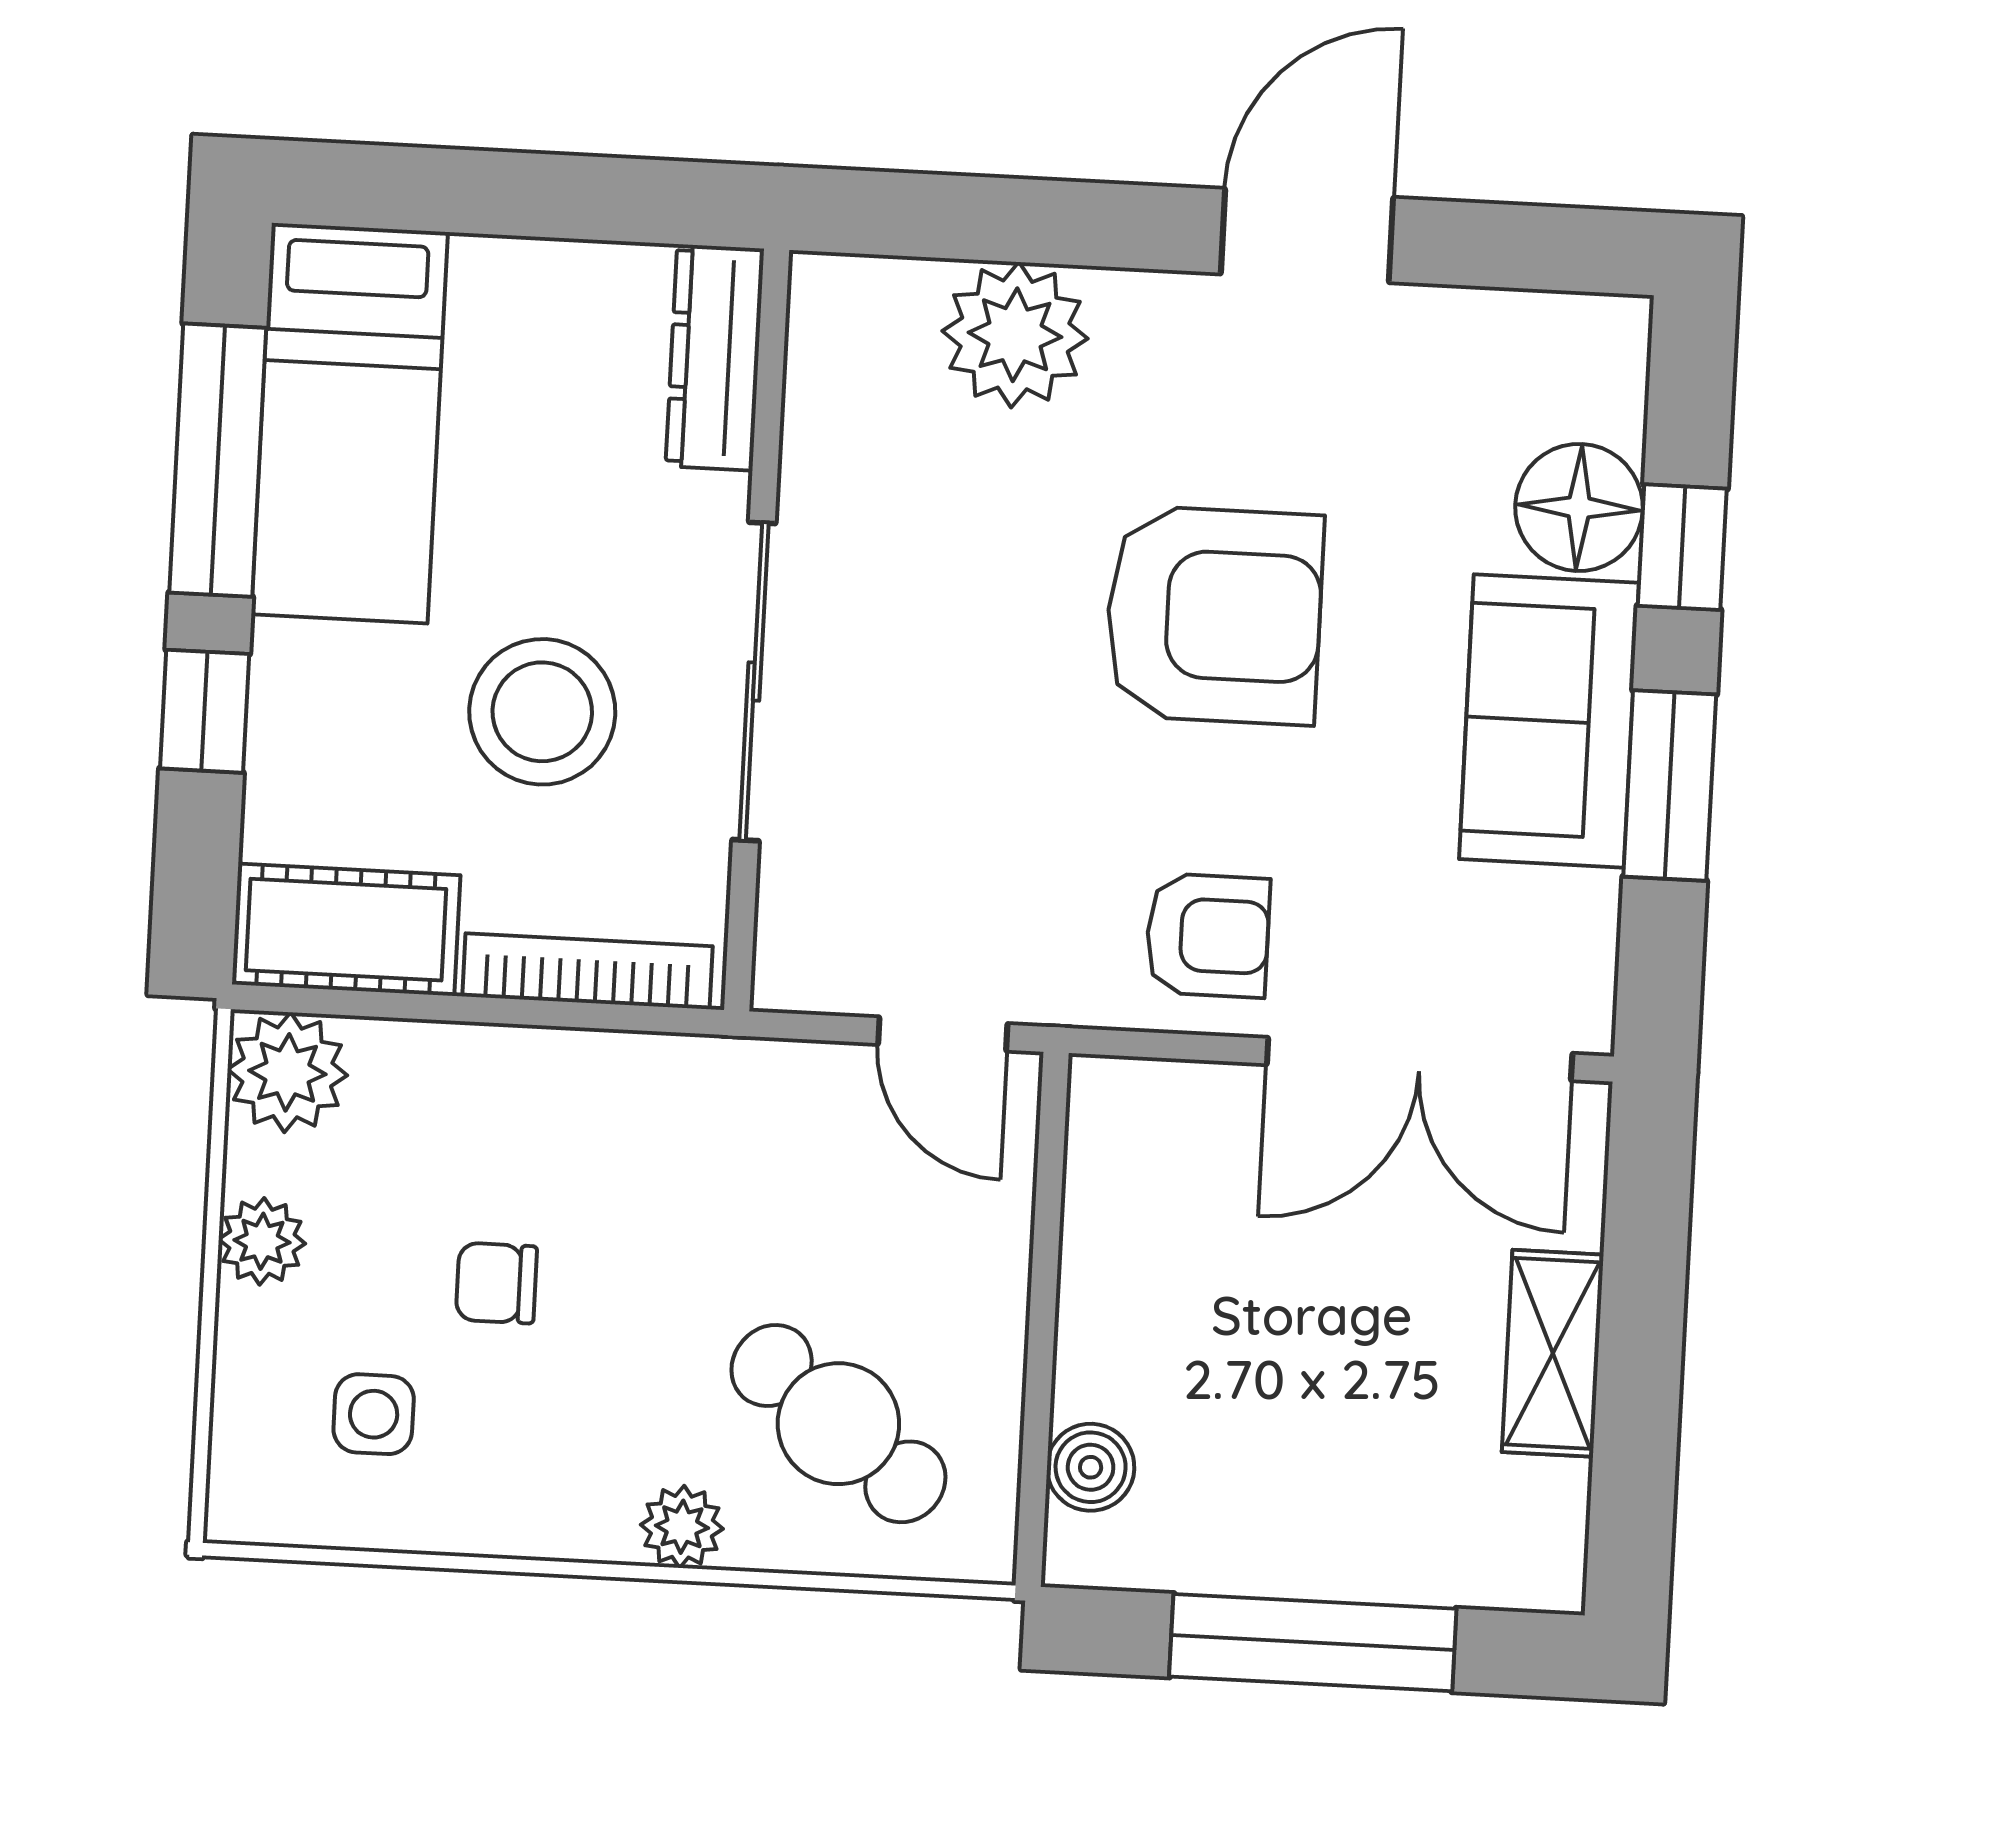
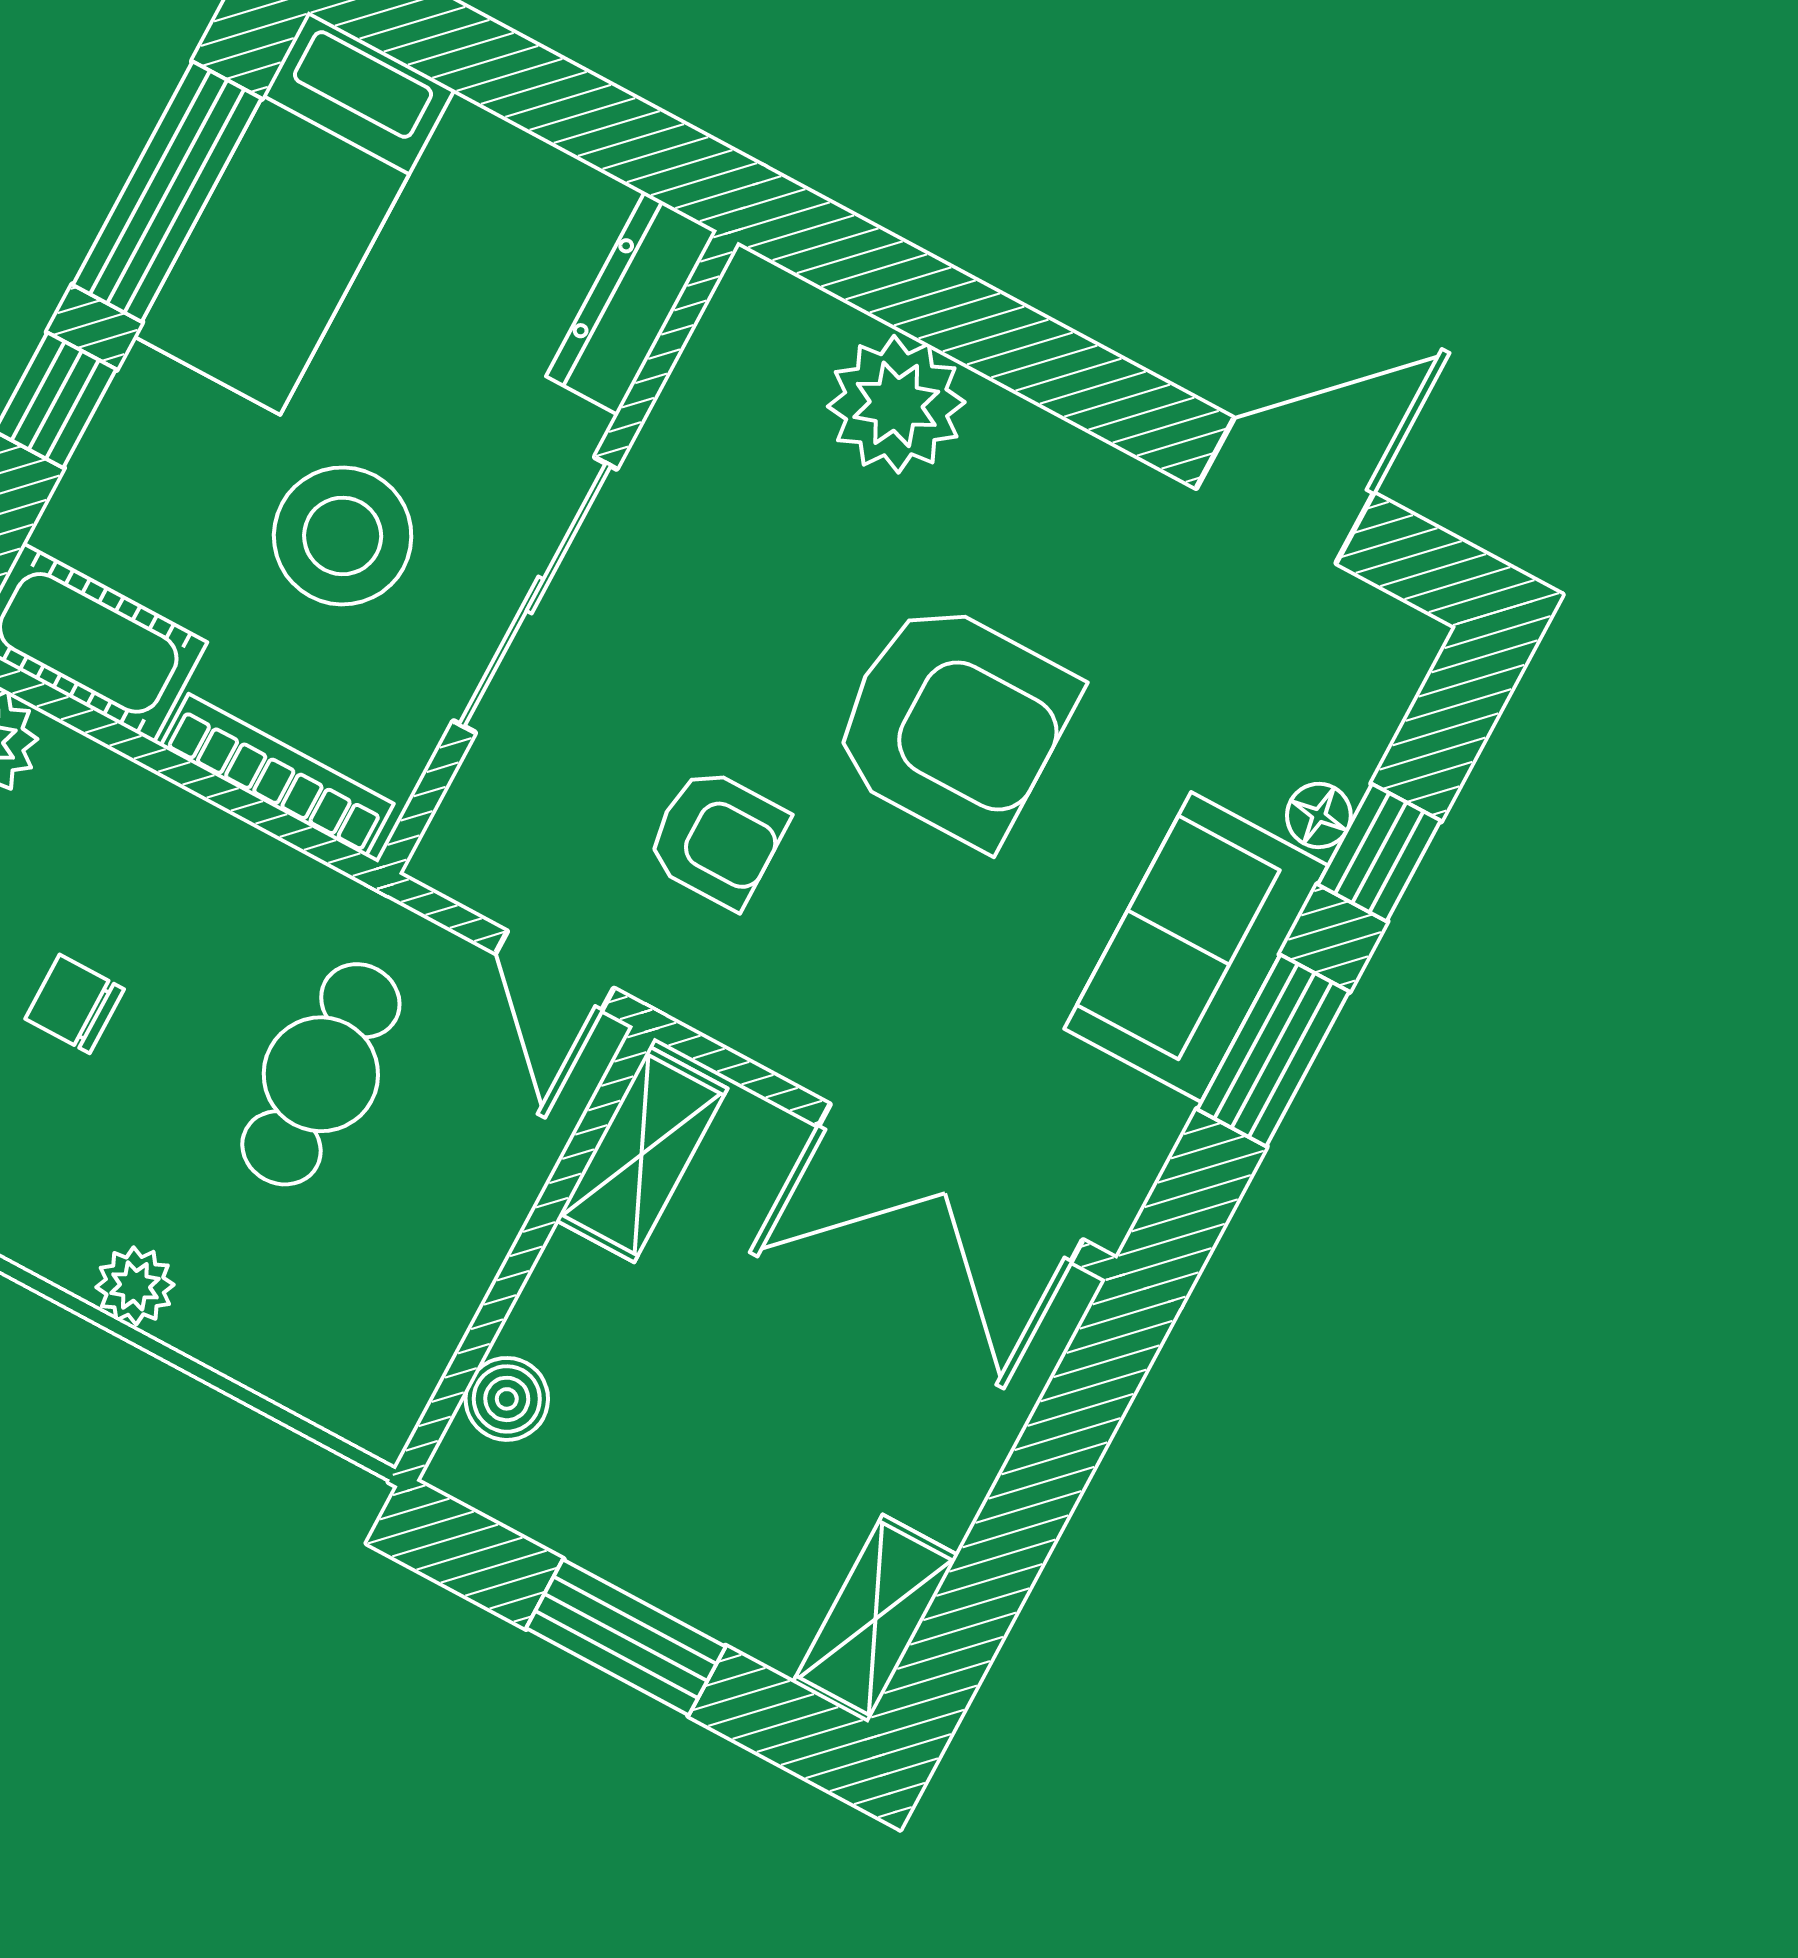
door: (1307, 236) -> (1285, 491), moved
floor lamp: (1579, 507) -> (1319, 815), width x0.53, depth x0.53
armchair: (1208, 935) -> (717, 838), moved
shelving: (1110, 1171) -> (642, 1154), added
shelving: (1553, 1353) -> (875, 1619), moved
cafe table: (838, 1424) -> (321, 1074), moved, turned 52
window: (1313, 1643) -> (626, 1637), width x0.69

